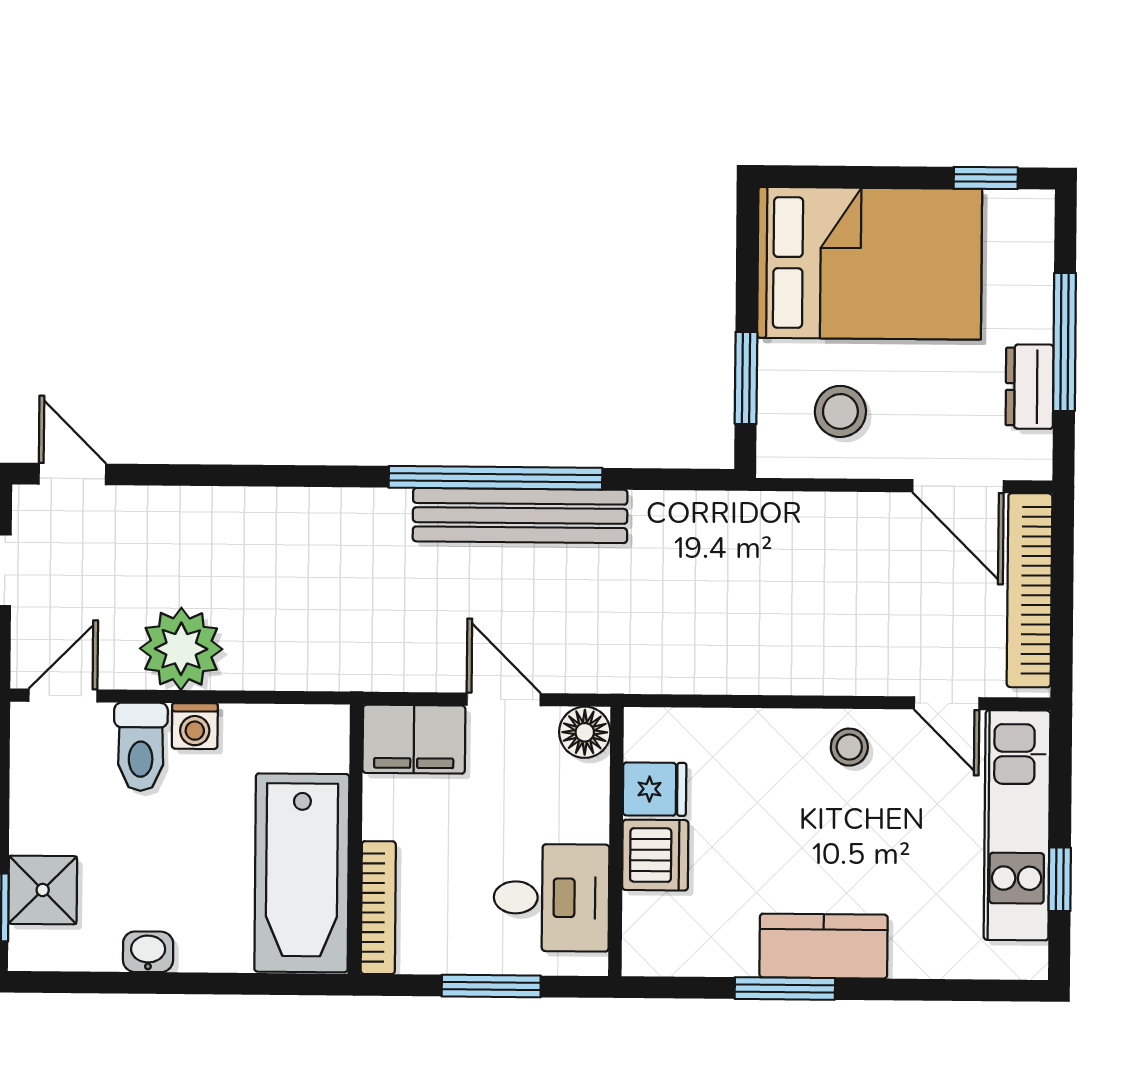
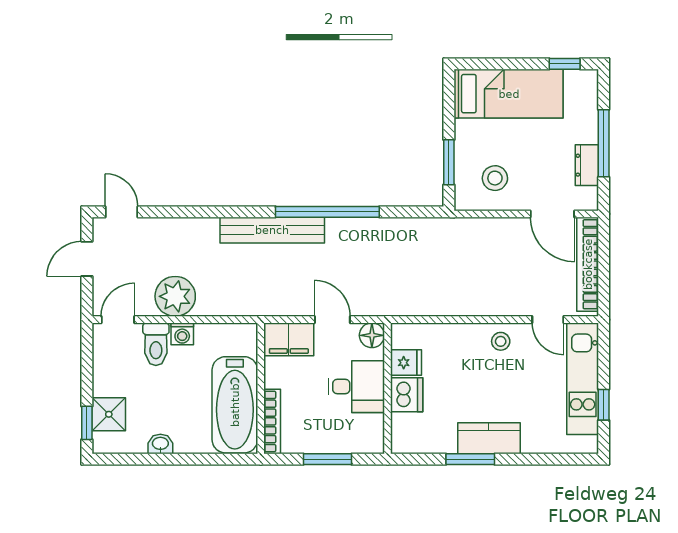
bed: (870, 263) -> (509, 94), width x0.67
bench: (520, 516) -> (272, 230), moved
desk: (551, 898) -> (356, 387), moved

